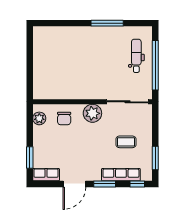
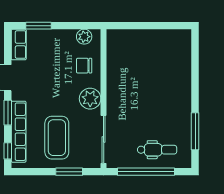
window: (107, 23) -> (195, 131), moved
coffee table: (126, 142) -> (57, 138), width x1.86, depth x1.72
window: (155, 158) -> (69, 172), moved
row of seats: (121, 175) -> (19, 132), width x1.36

